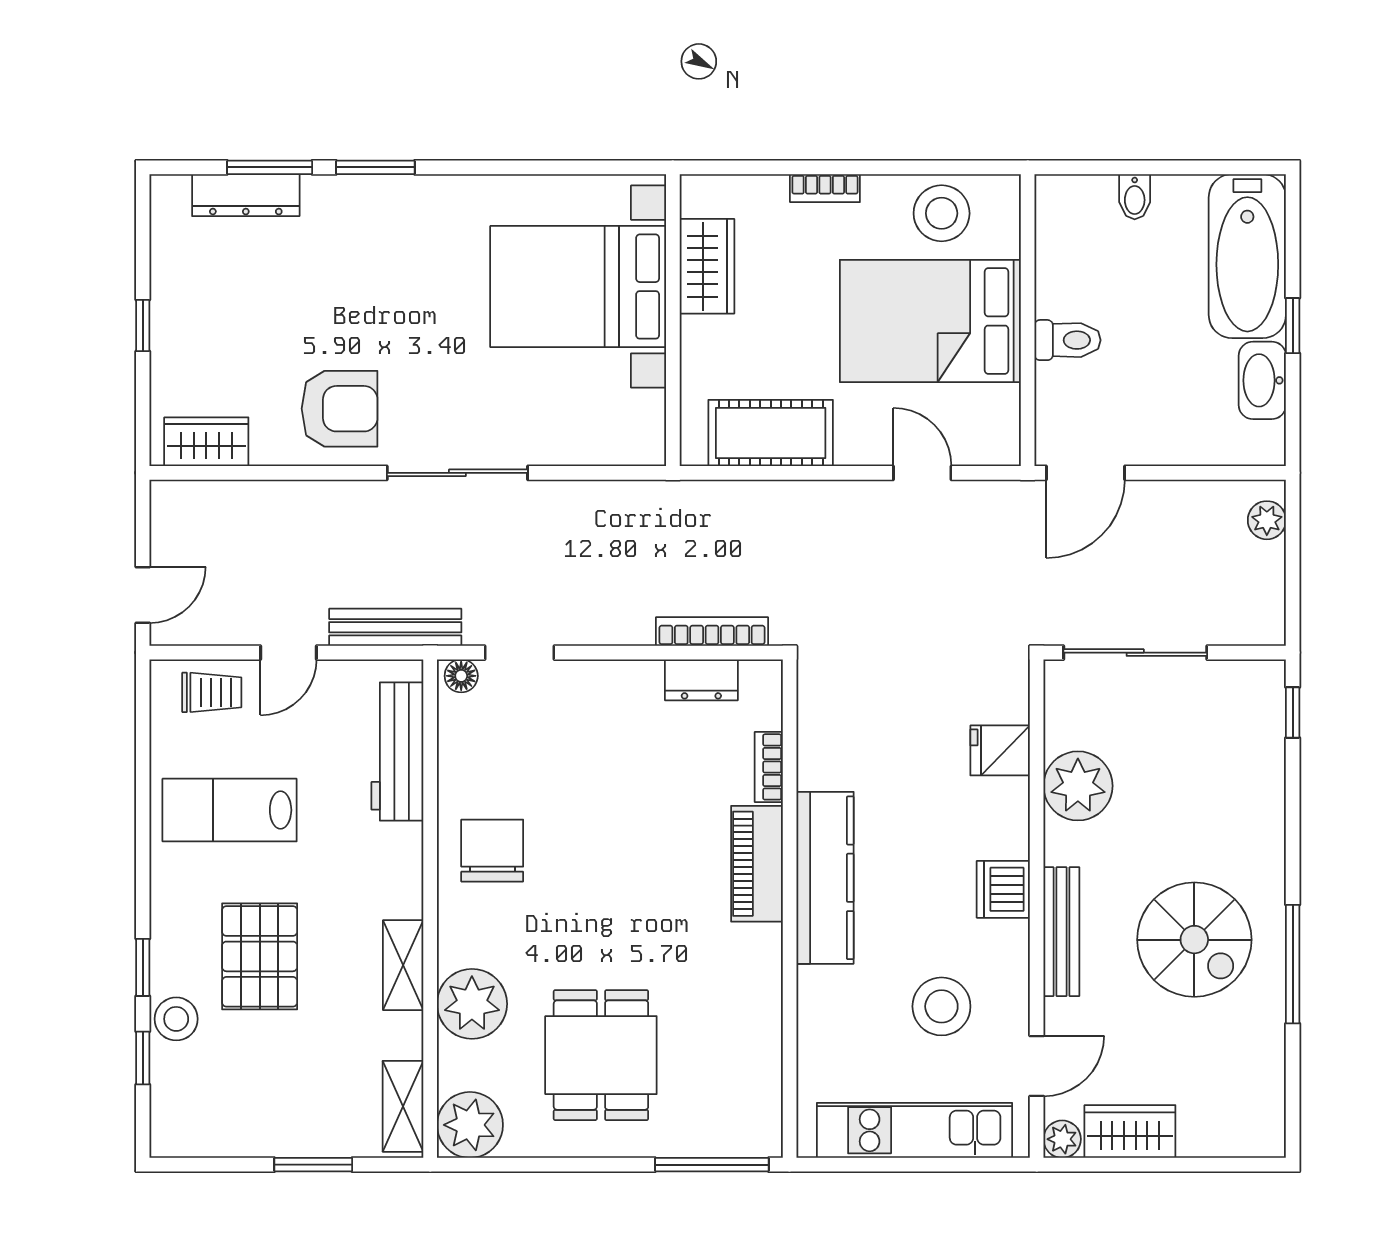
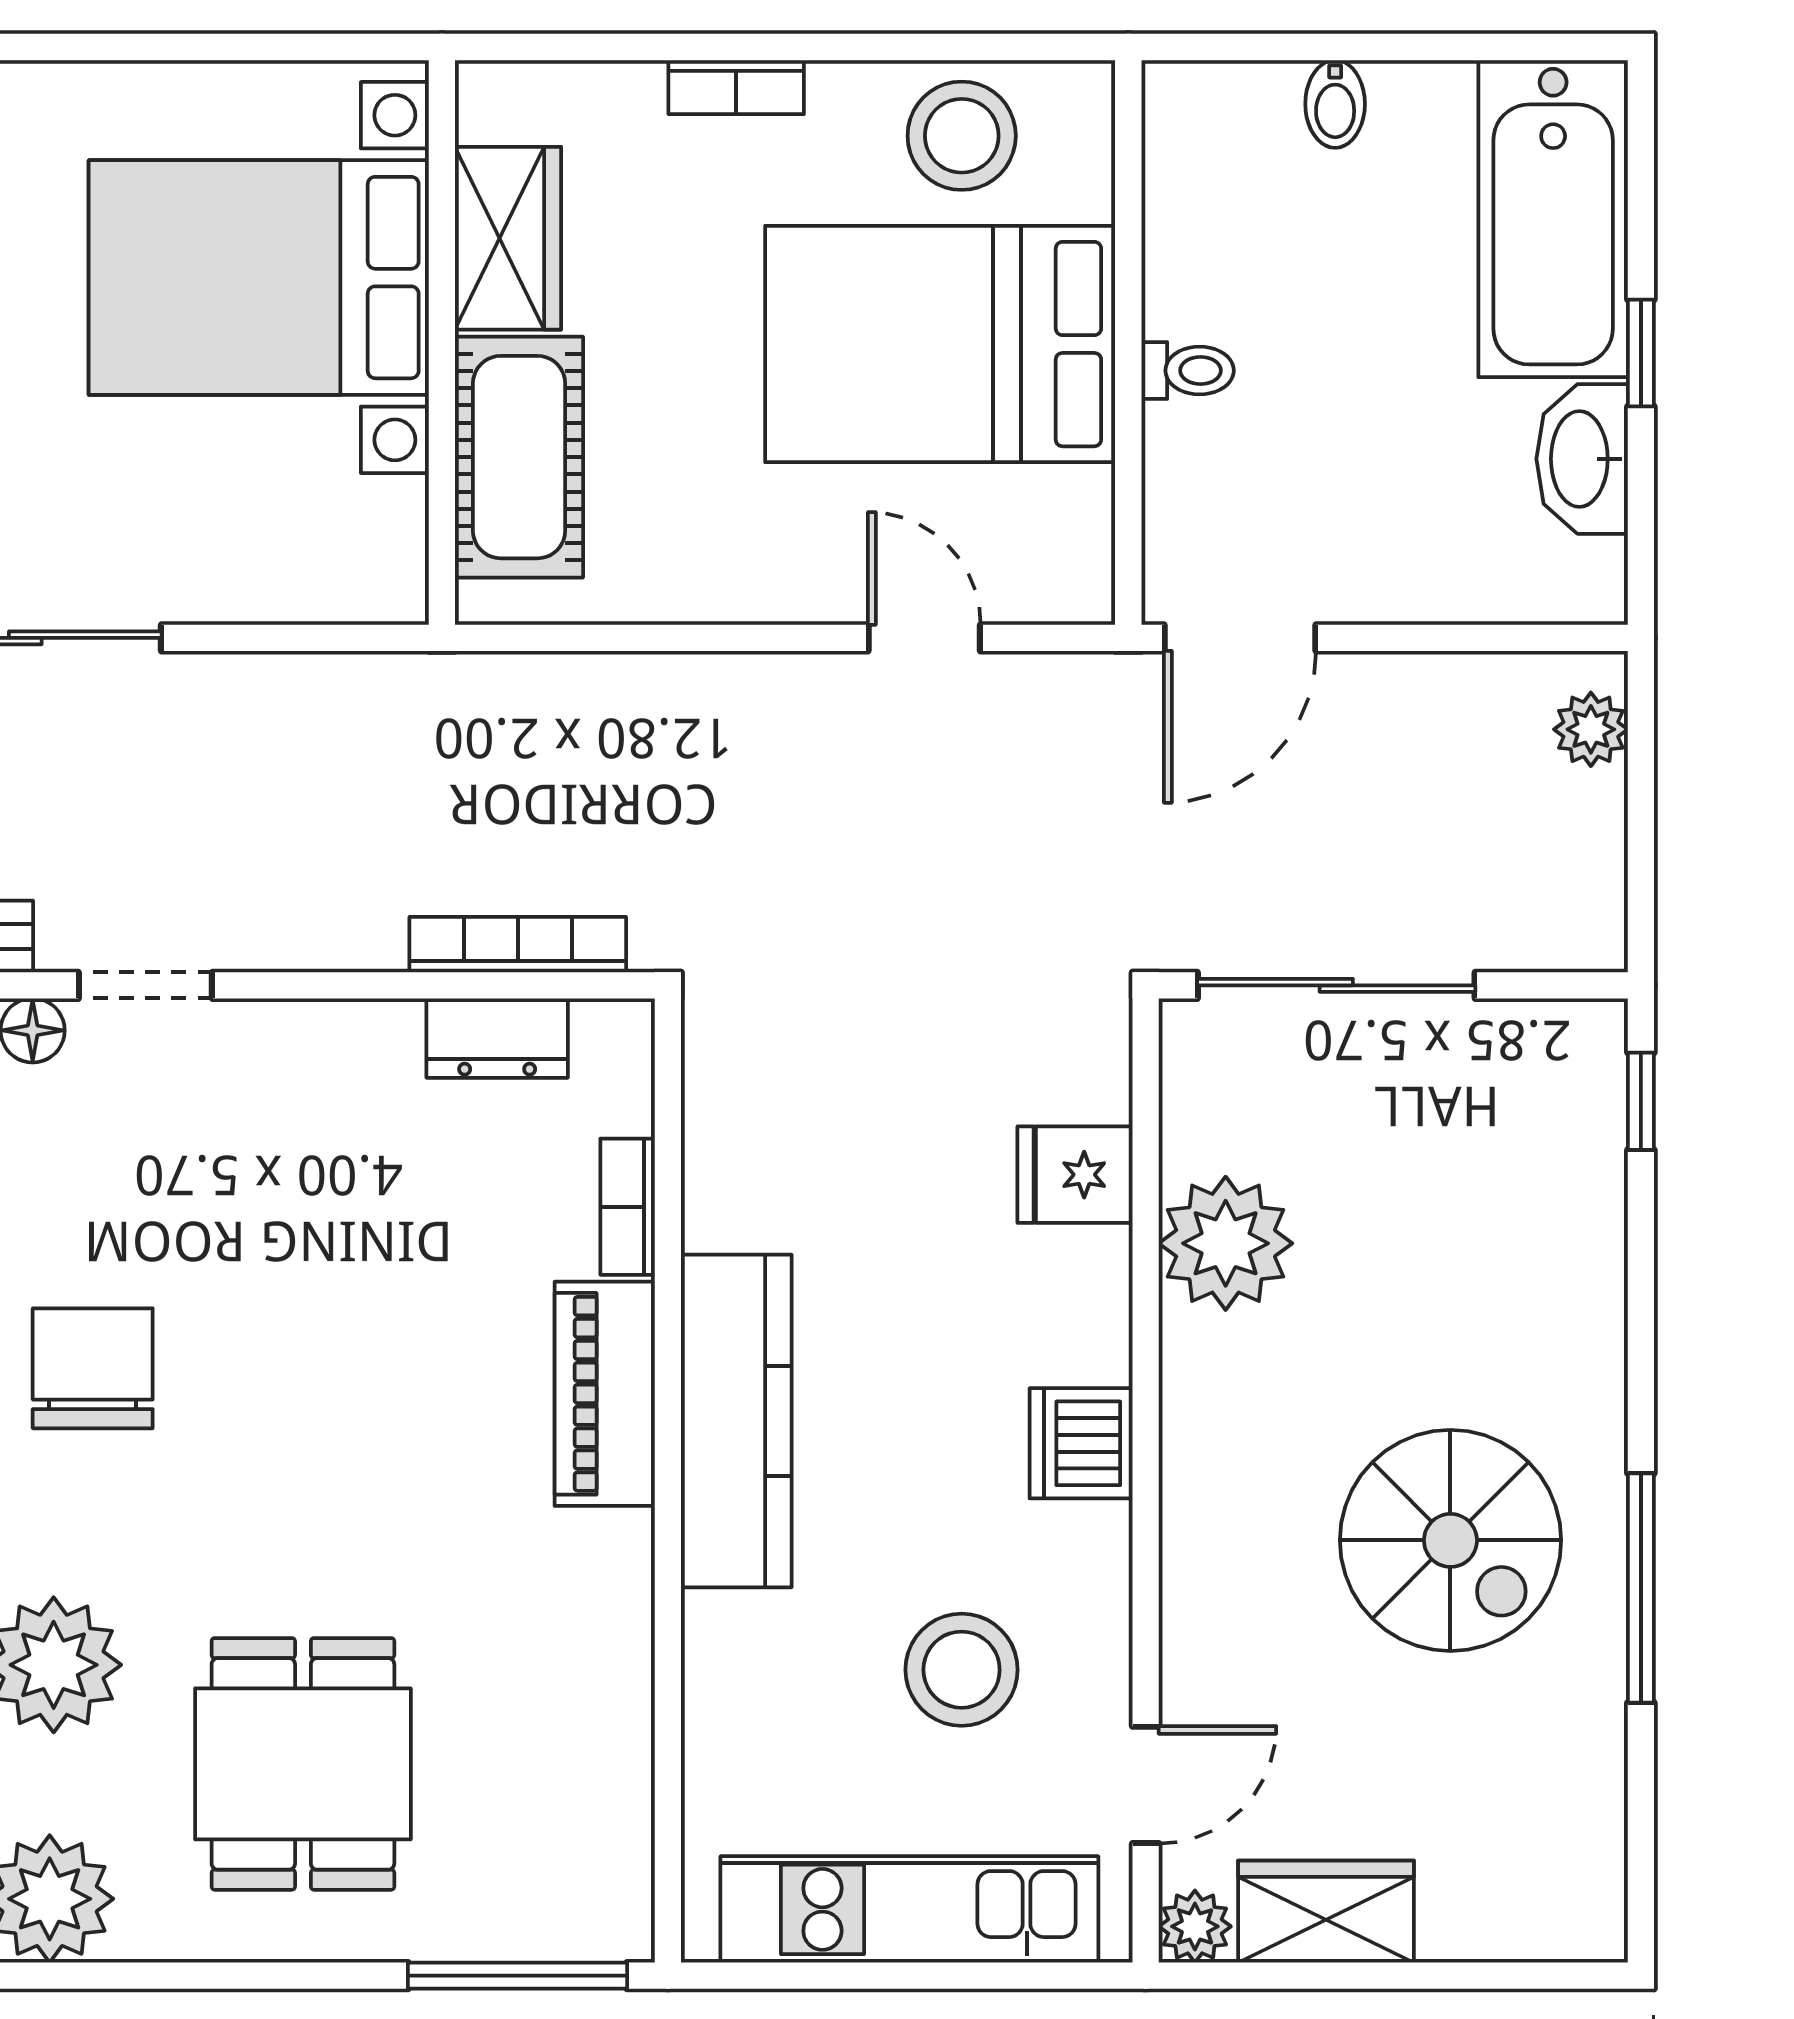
toilet: (1068, 340) -> (1188, 371), width x0.73, depth x0.72
cot: (771, 433) -> (519, 457), moved, turned 90
bench: (1061, 932) -> (1194, 1525), removed

